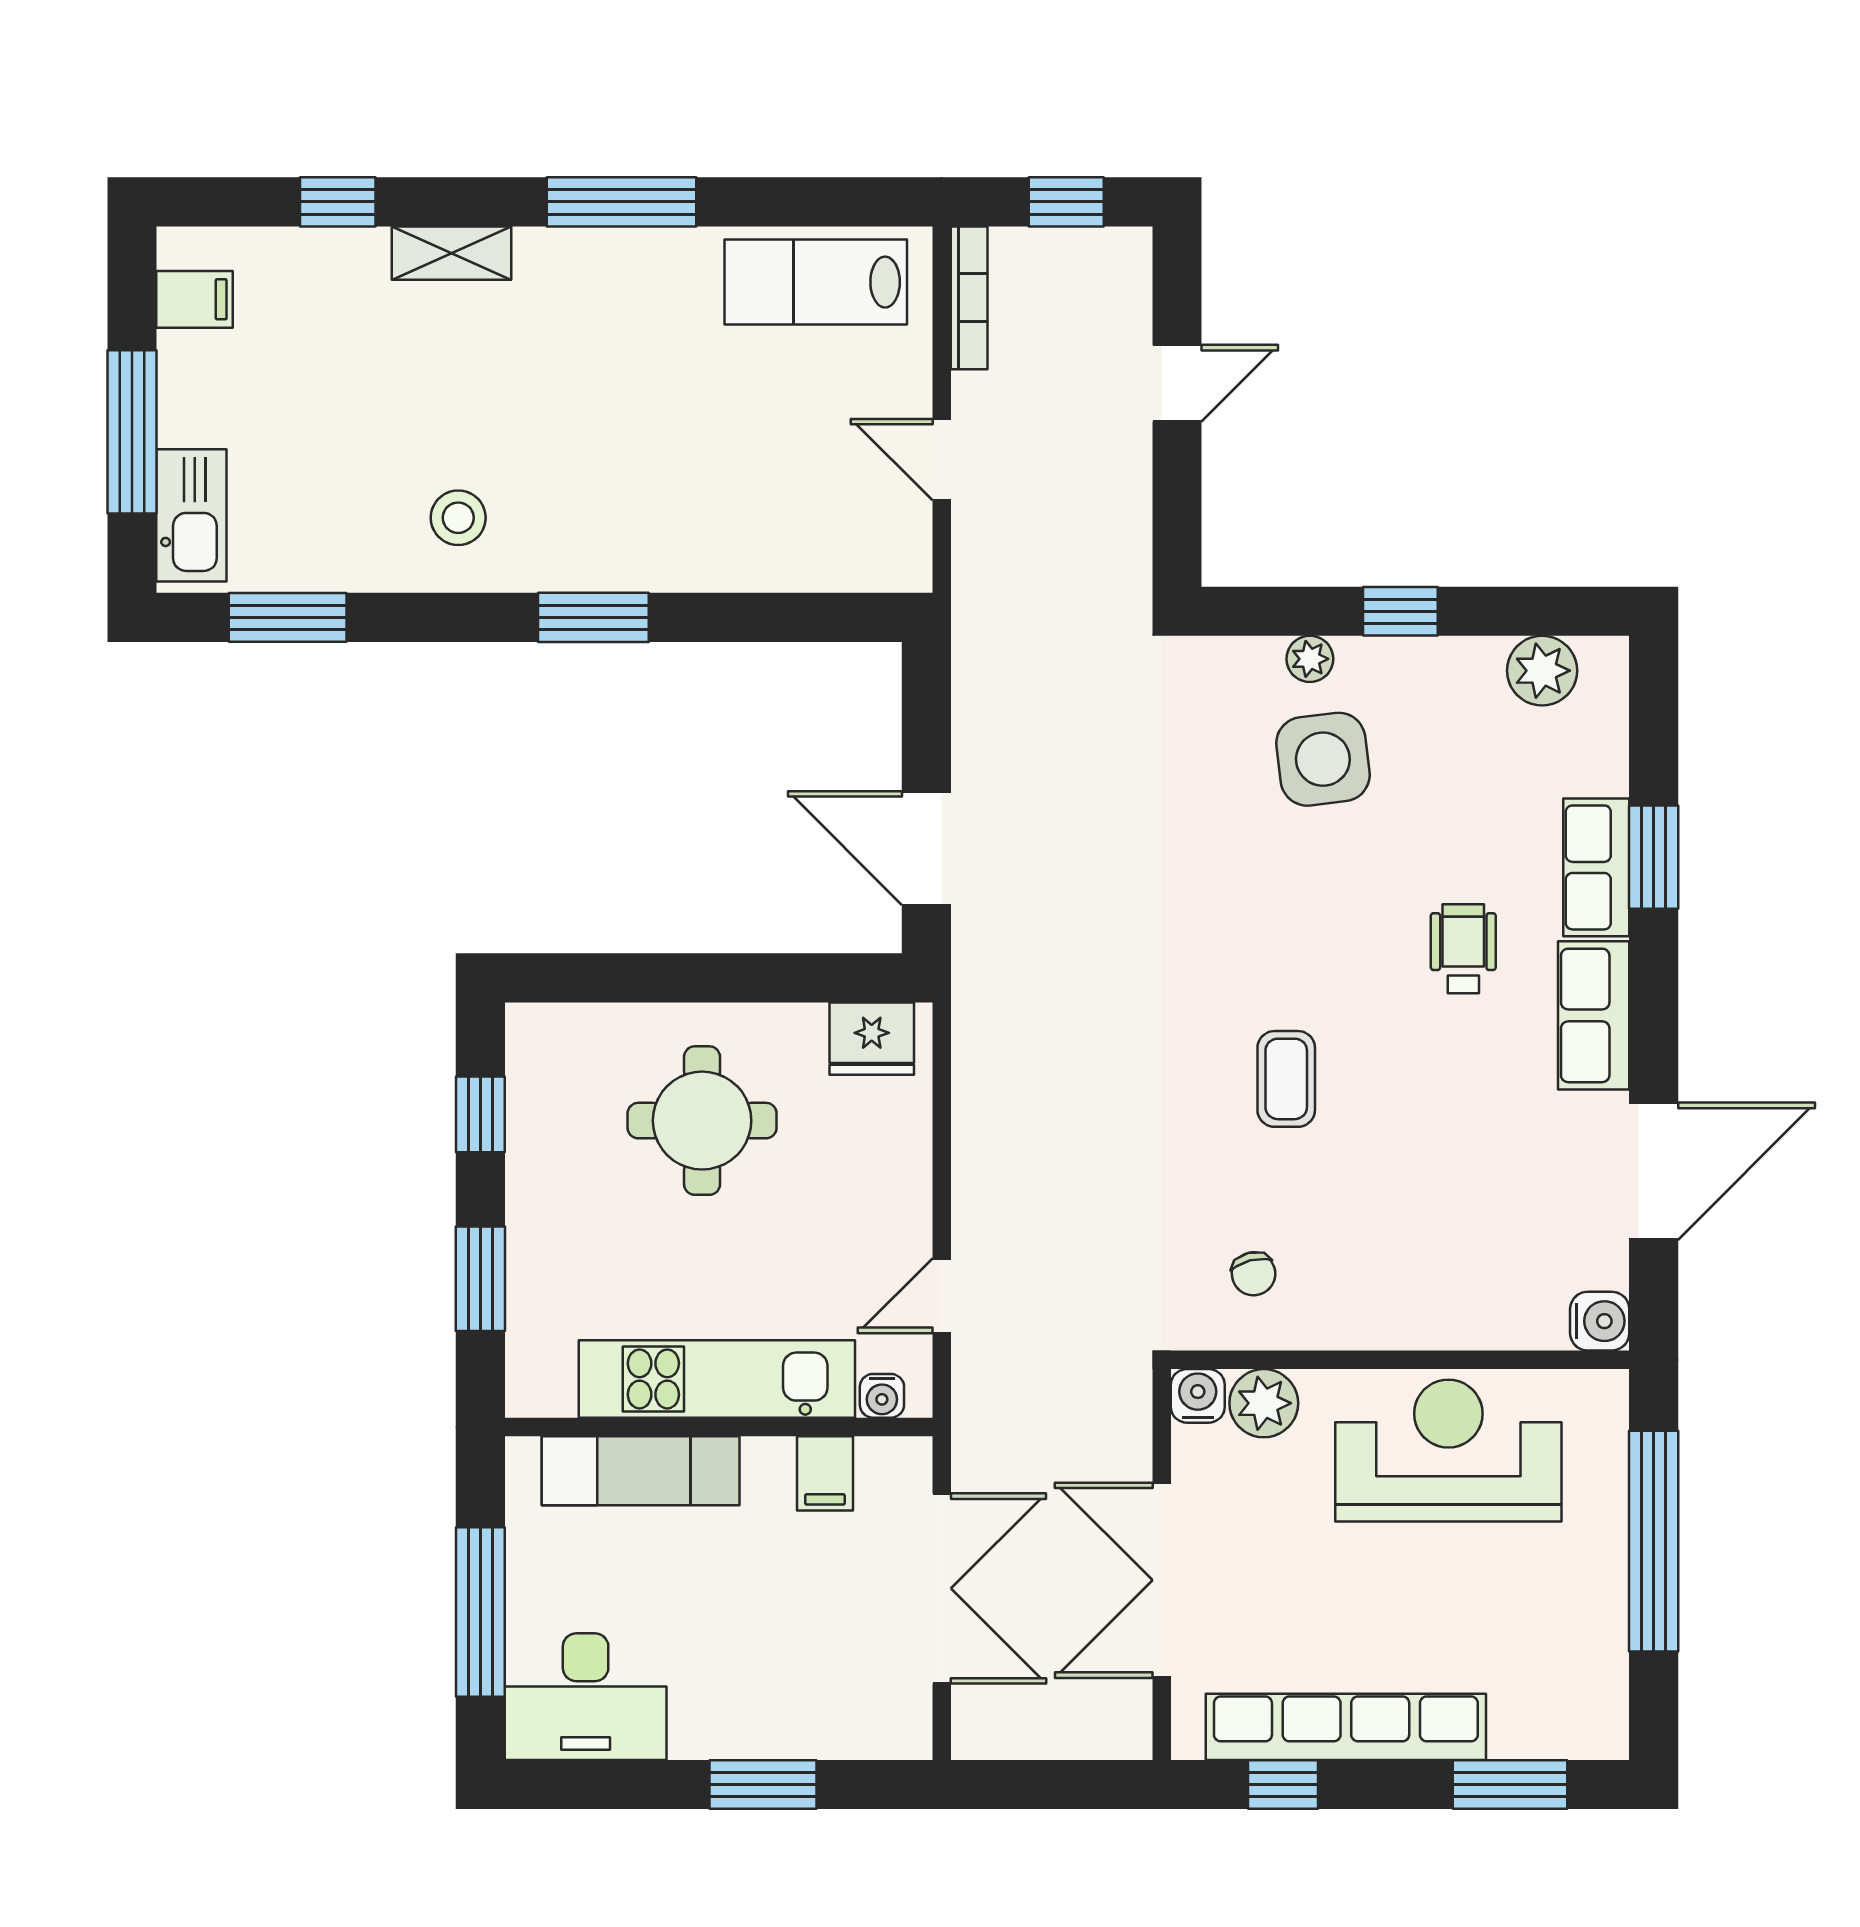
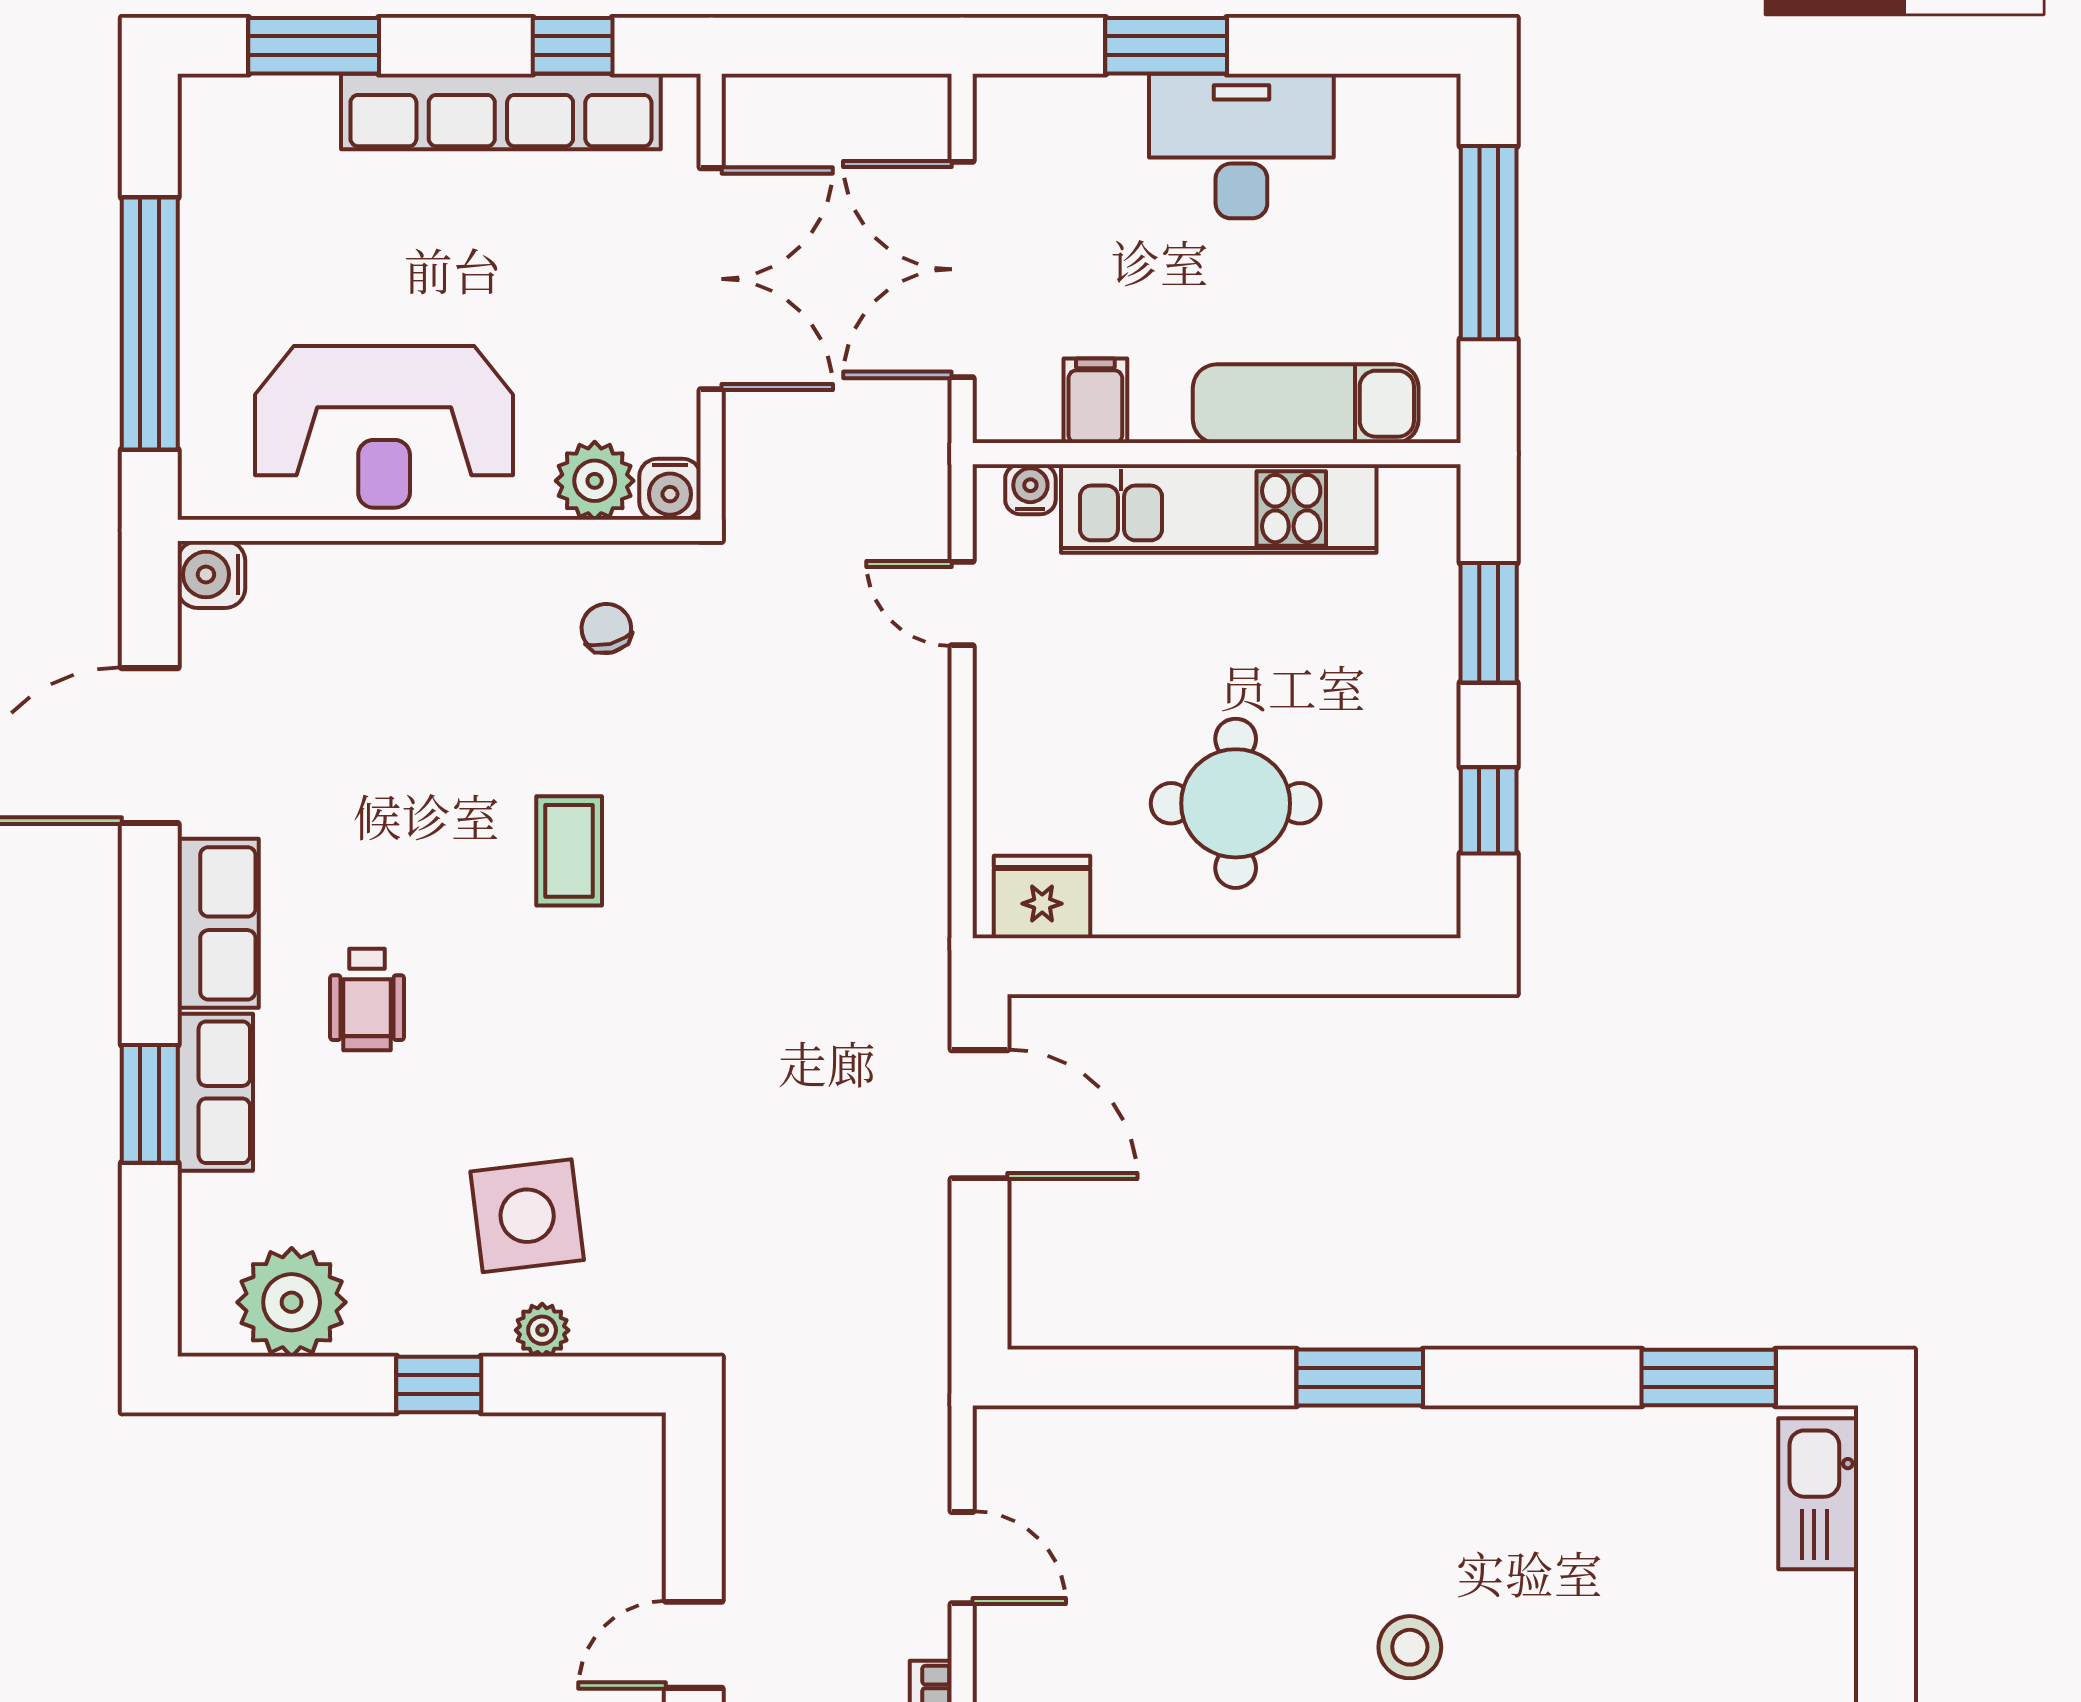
window: (132, 432) -> (1886, 1589), removed
stool: (458, 518) -> (1410, 1647), moved
plant: (1542, 671) -> (292, 1302), width x1.36, depth x1.36
door: (942, 1296) -> (962, 603), swing flipped
desk: (586, 1697) -> (1241, 146), moved

